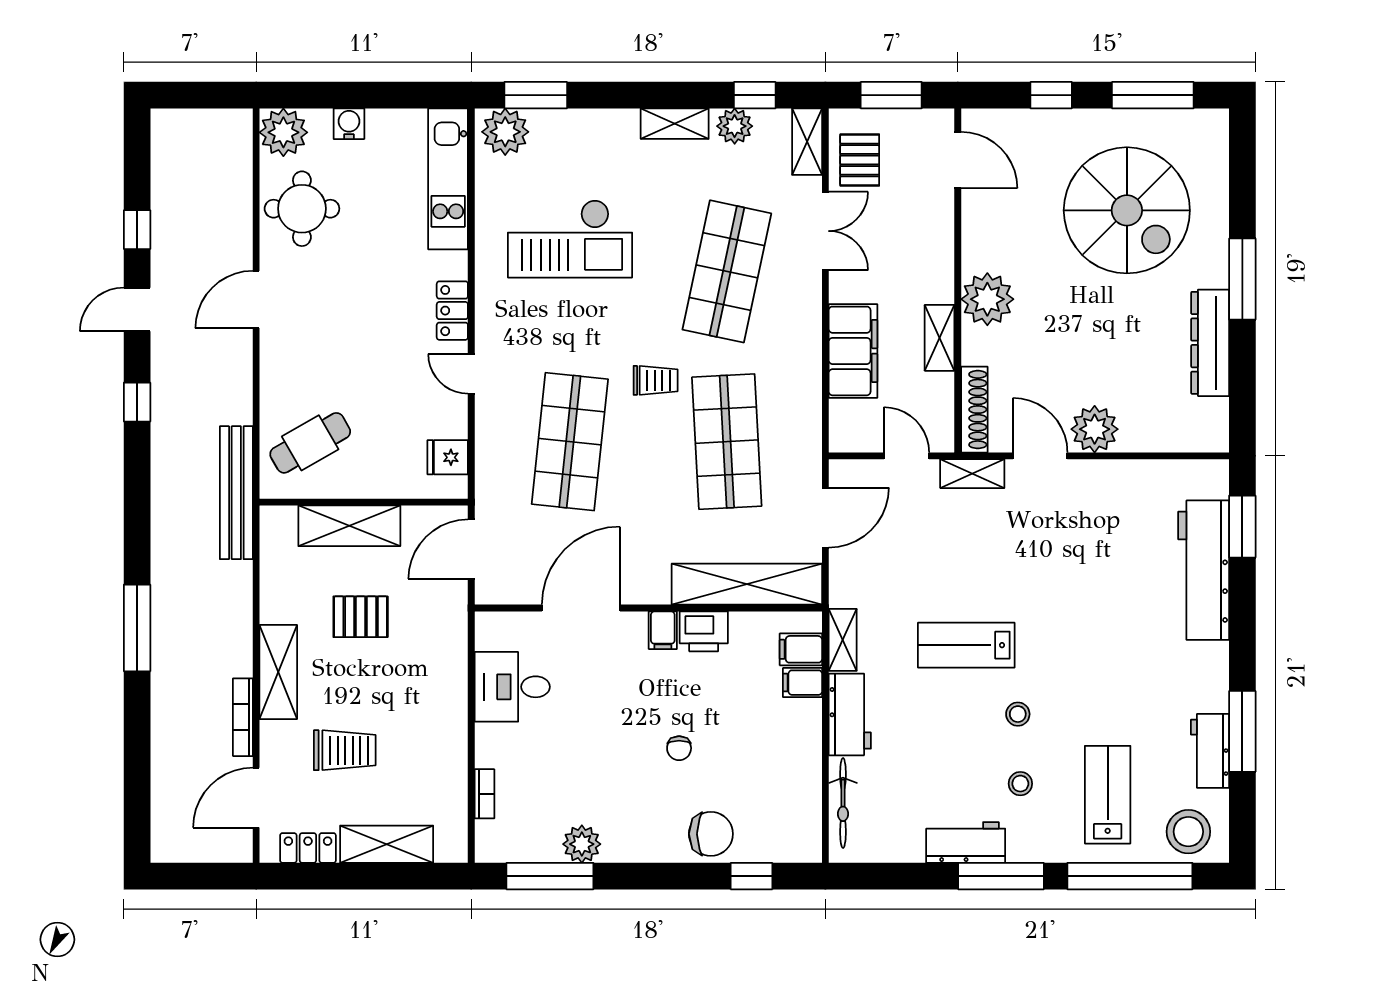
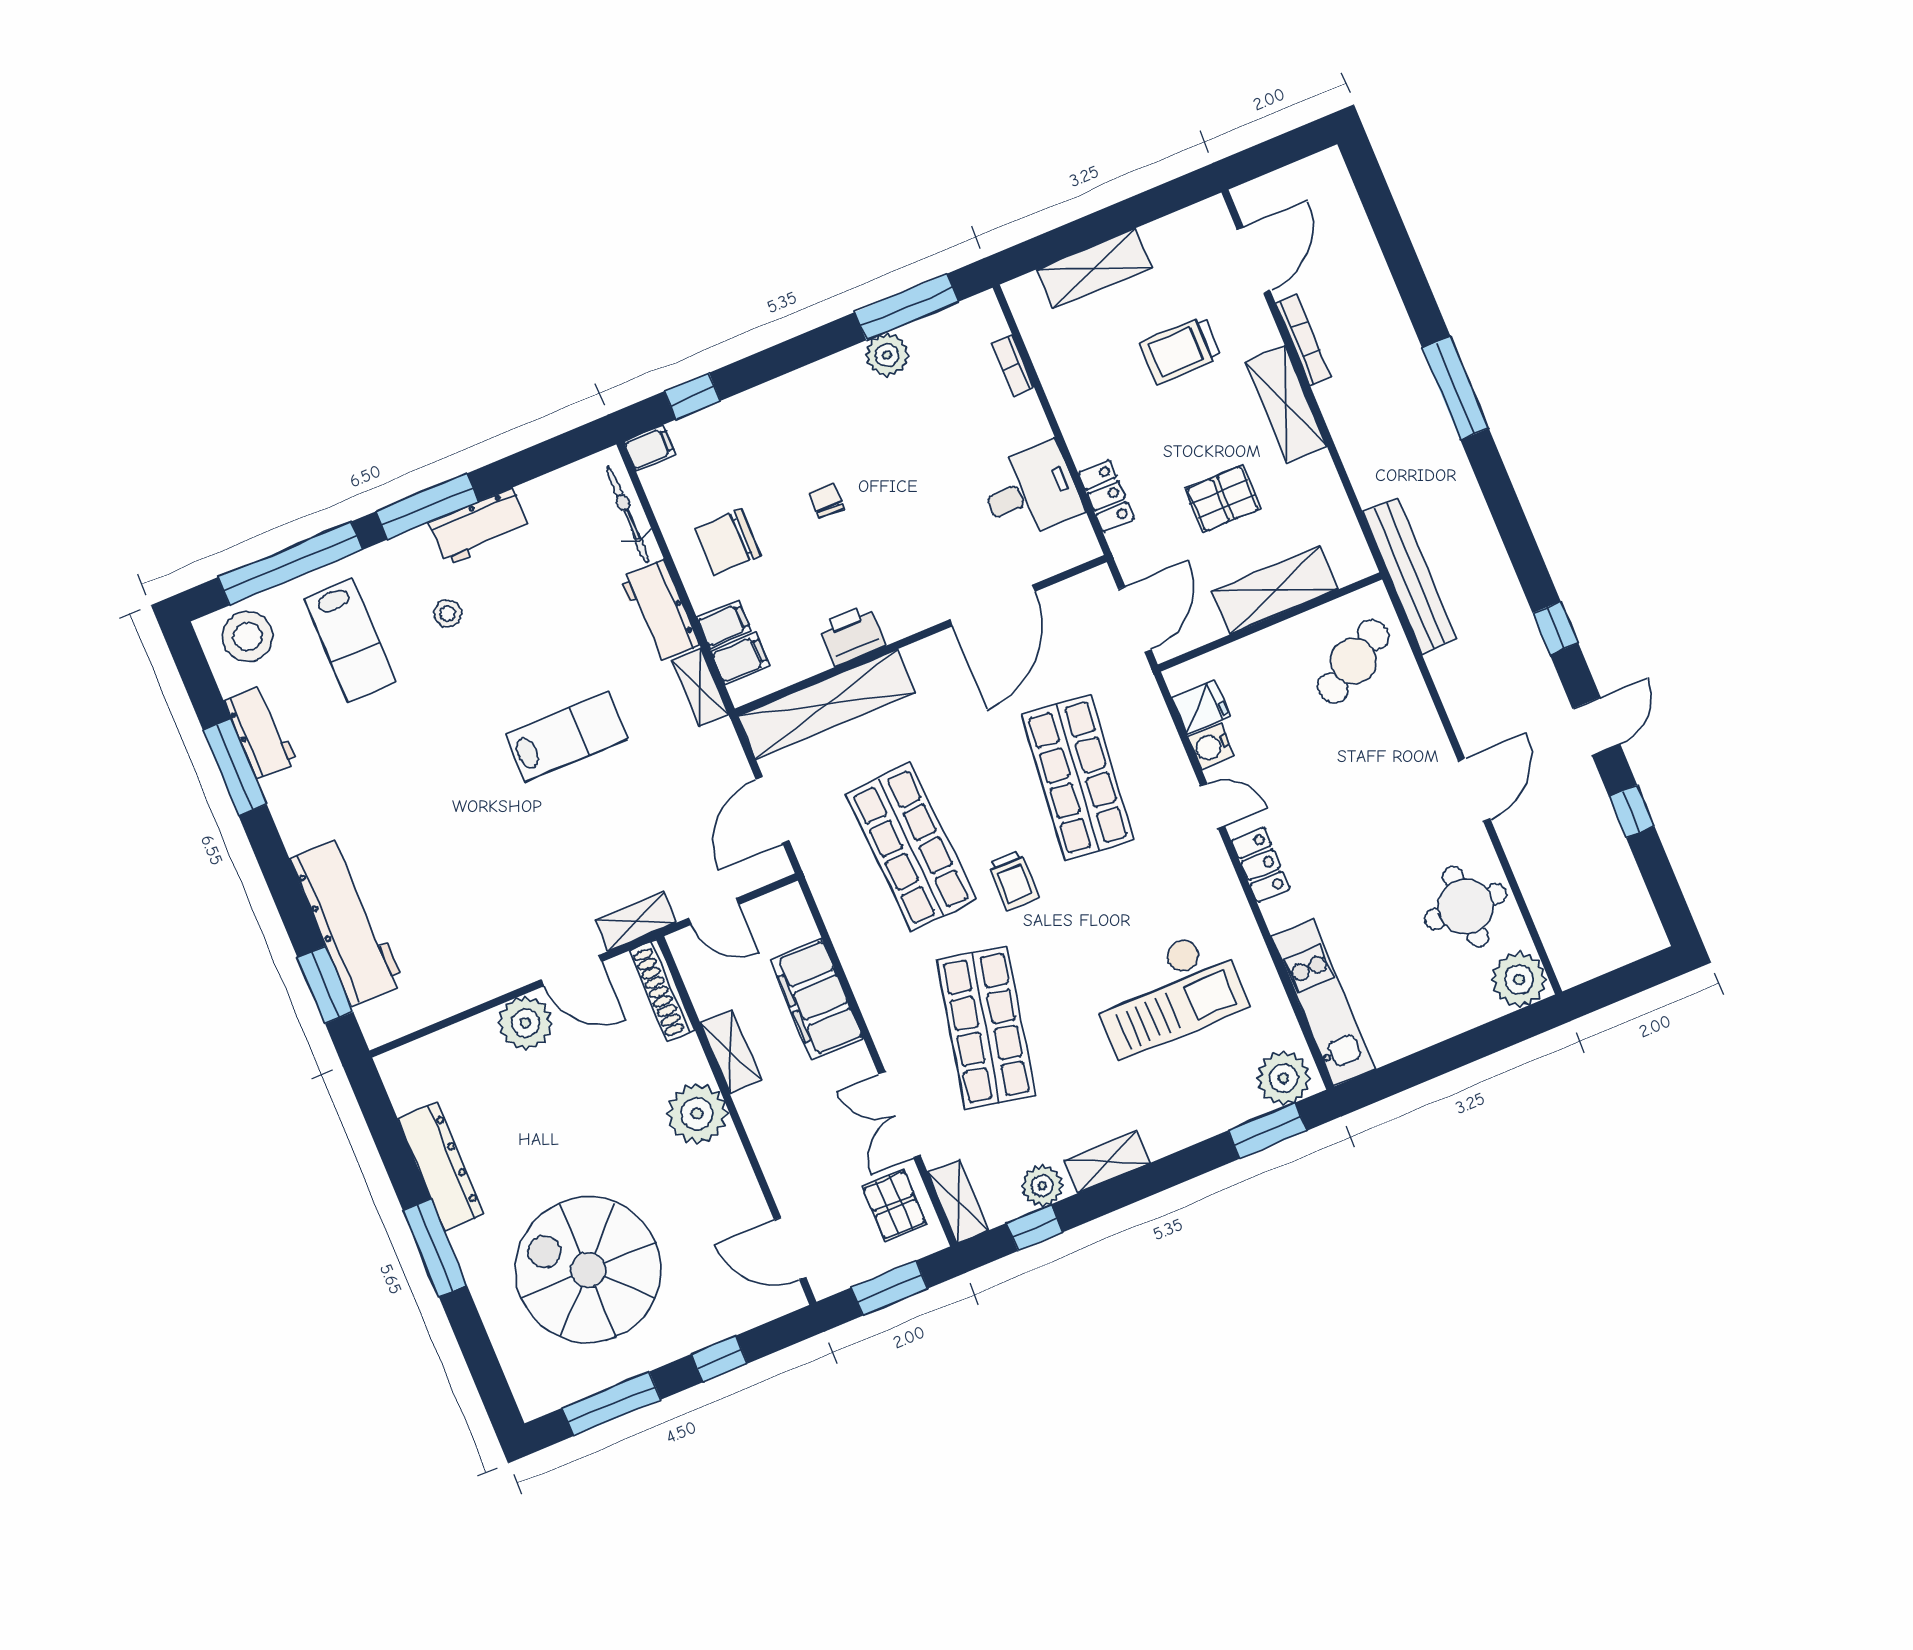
water cooler: (349, 124) -> (1211, 746), moved, turned 90
checkout: (570, 239) -> (1167, 993), turned 180
trolley: (656, 380) -> (1014, 880), turned -90
filing cabinet: (663, 630) -> (650, 448), moved, turned 90
stool: (1018, 714) -> (481, 686), removed
chair: (711, 834) -> (728, 542), moved
locker: (308, 848) -> (1106, 496), moved, turned -90

